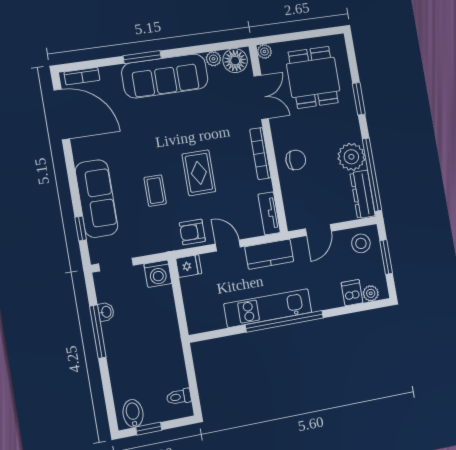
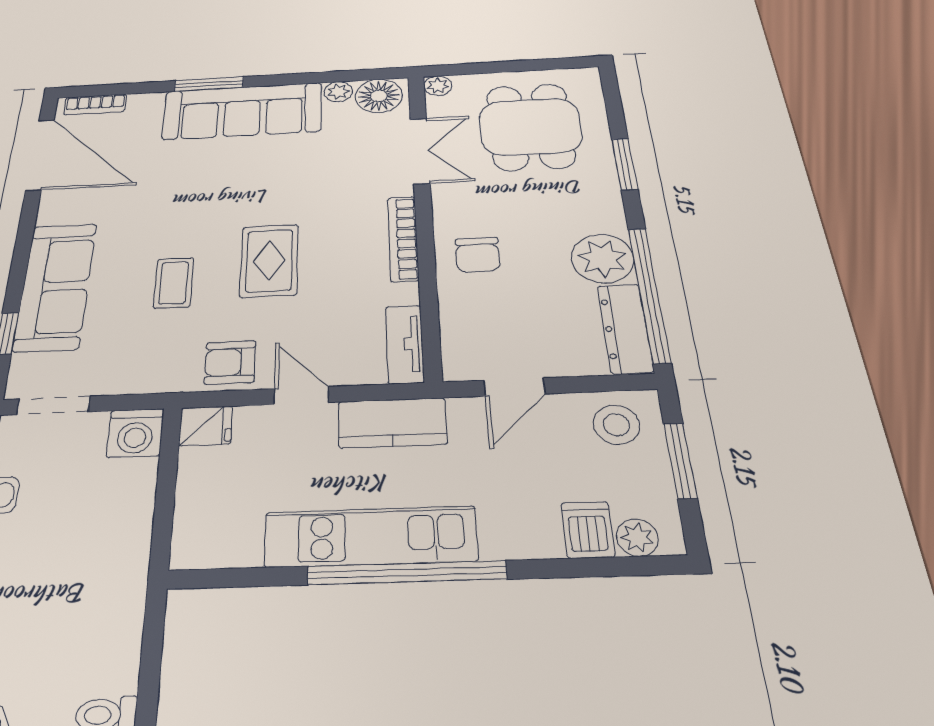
chair: (296, 160) -> (477, 255), turned 90

